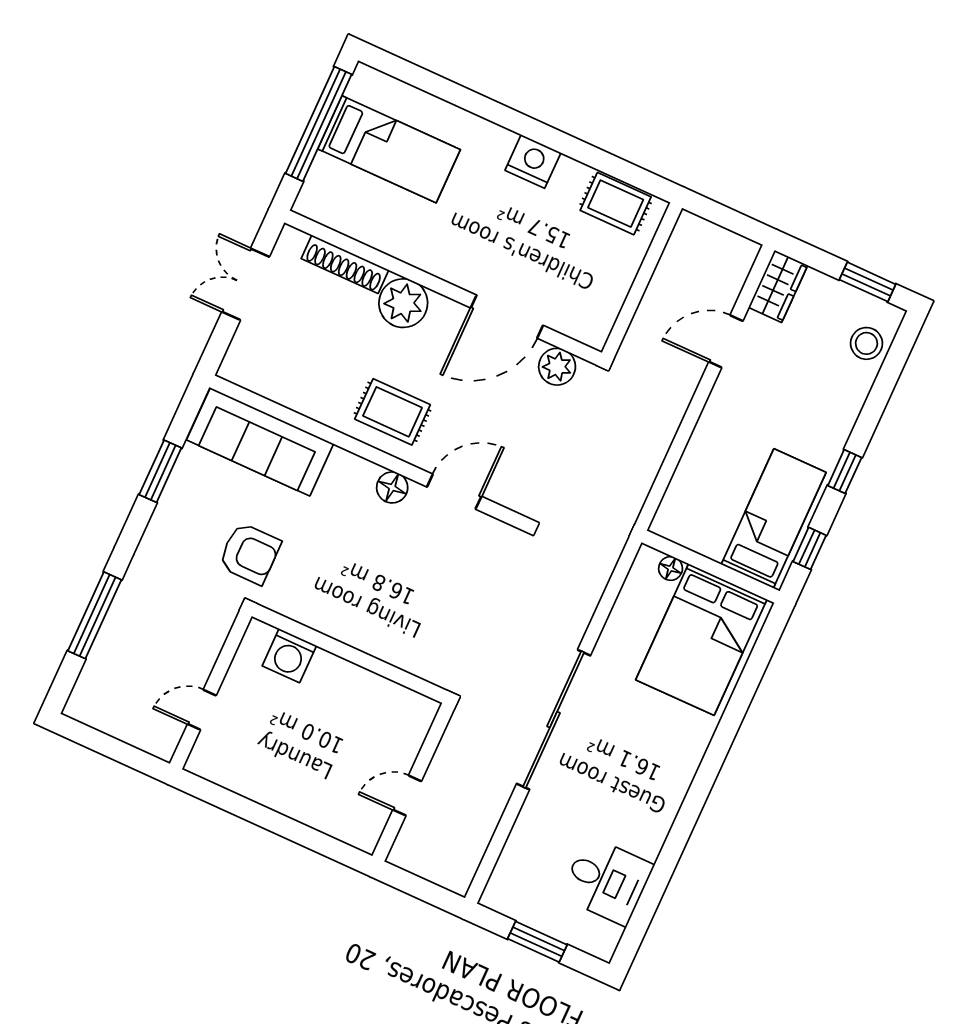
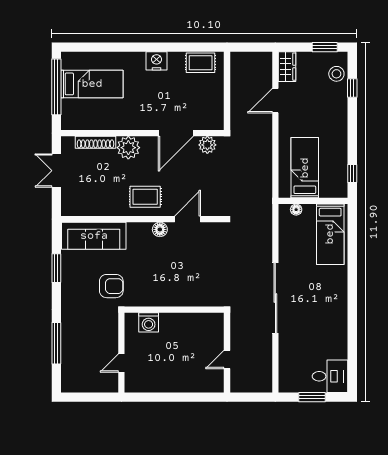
window: (845, 472) -> (352, 88), moved
bed: (774, 518) -> (305, 168), moved
bed: (701, 640) -> (330, 234), width x0.67
desk: (607, 881) -> (330, 376), moved

